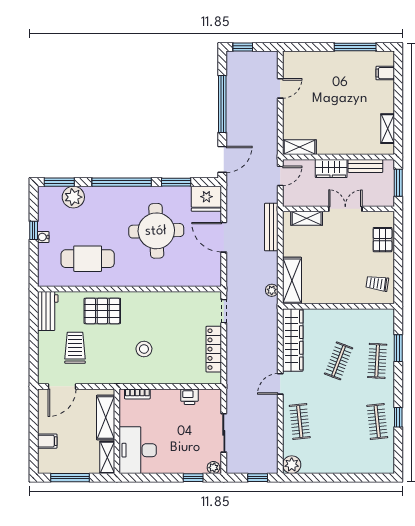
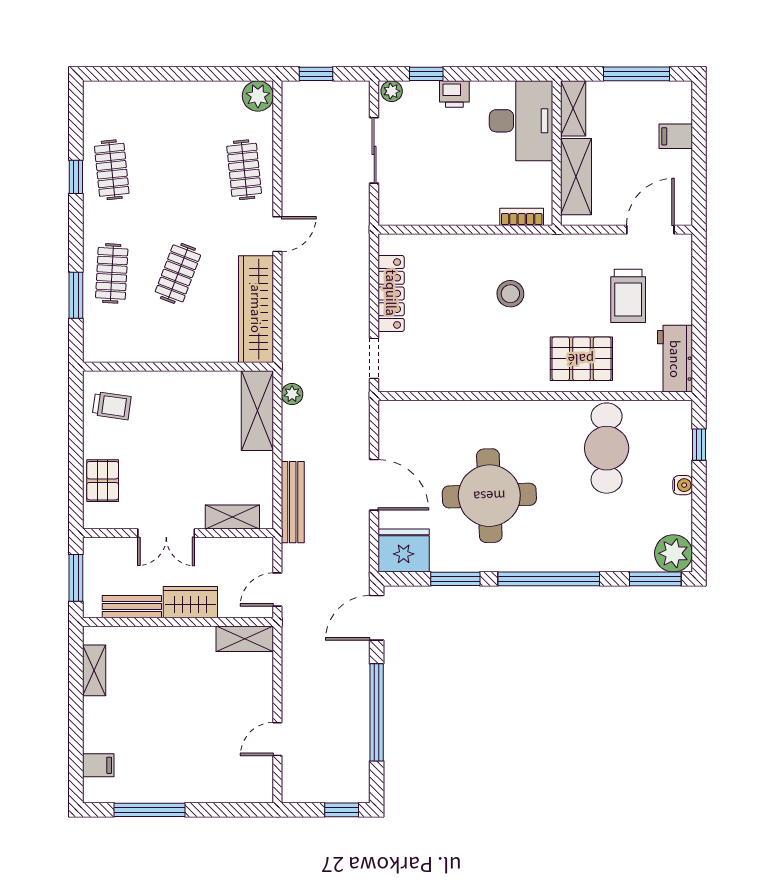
plant: (73, 197) -> (674, 553), moved
window: (34, 230) -> (699, 445), moved
cafe table: (88, 259) -> (607, 448), turned 90
printer: (189, 397) -> (454, 94), moved, turned 180

